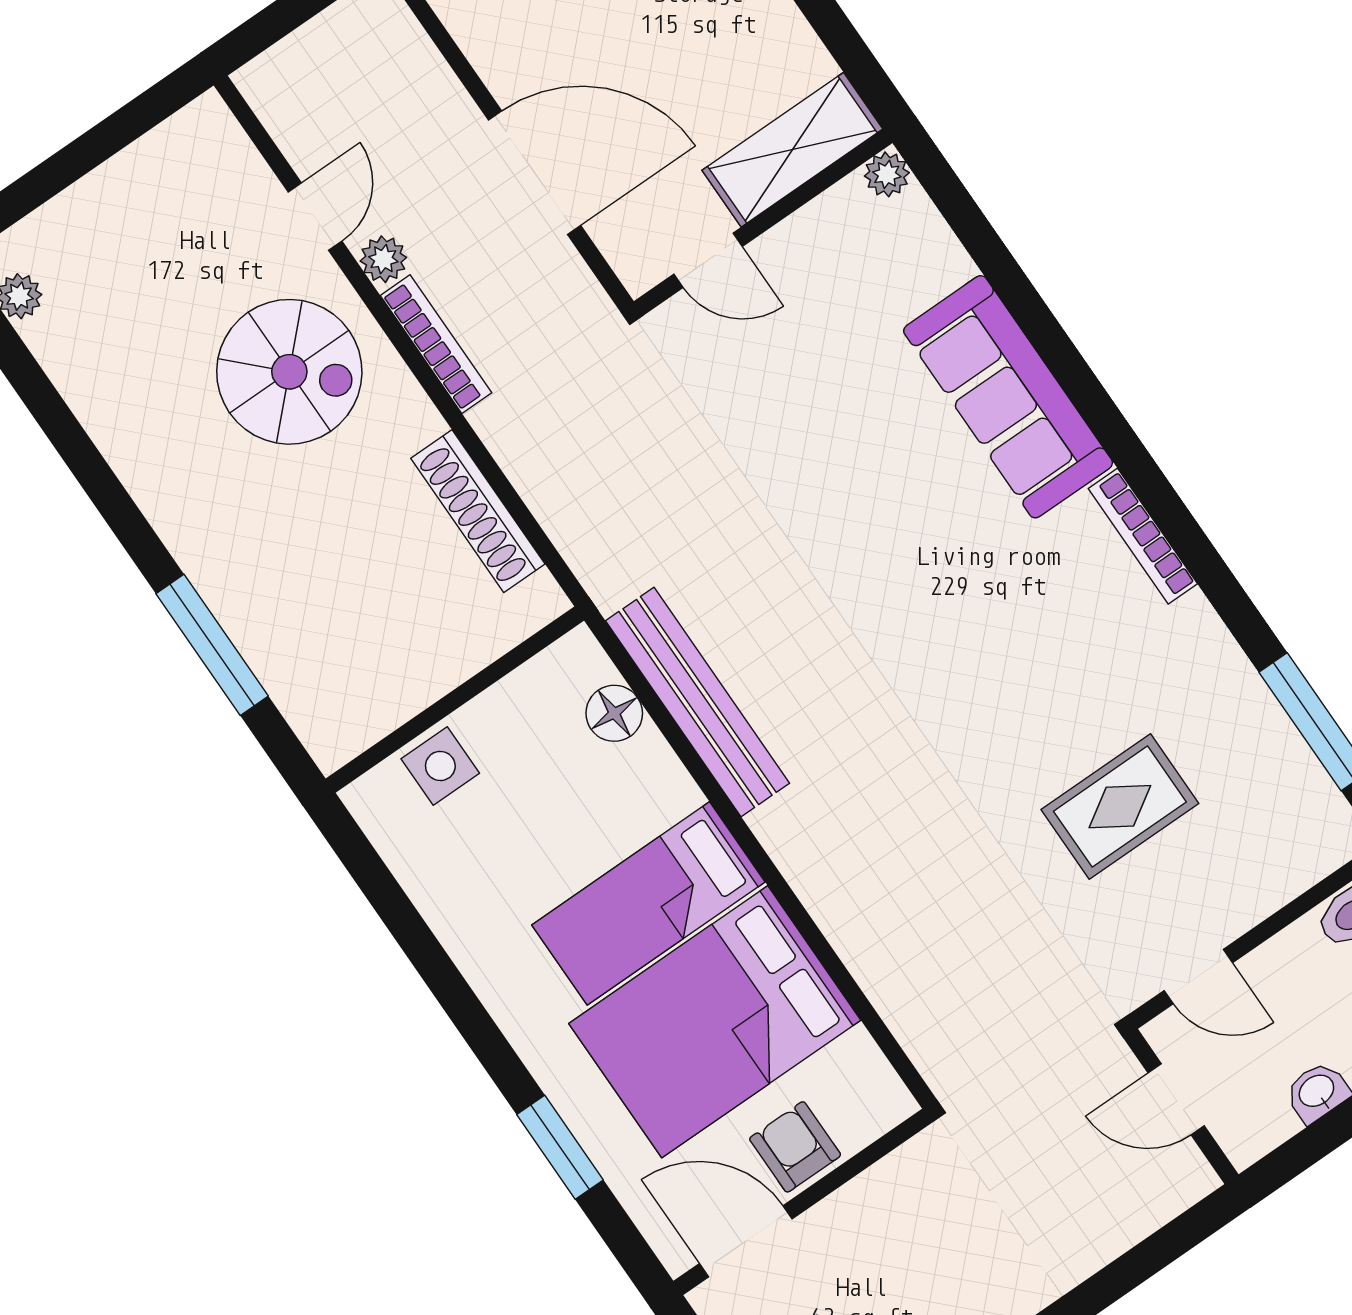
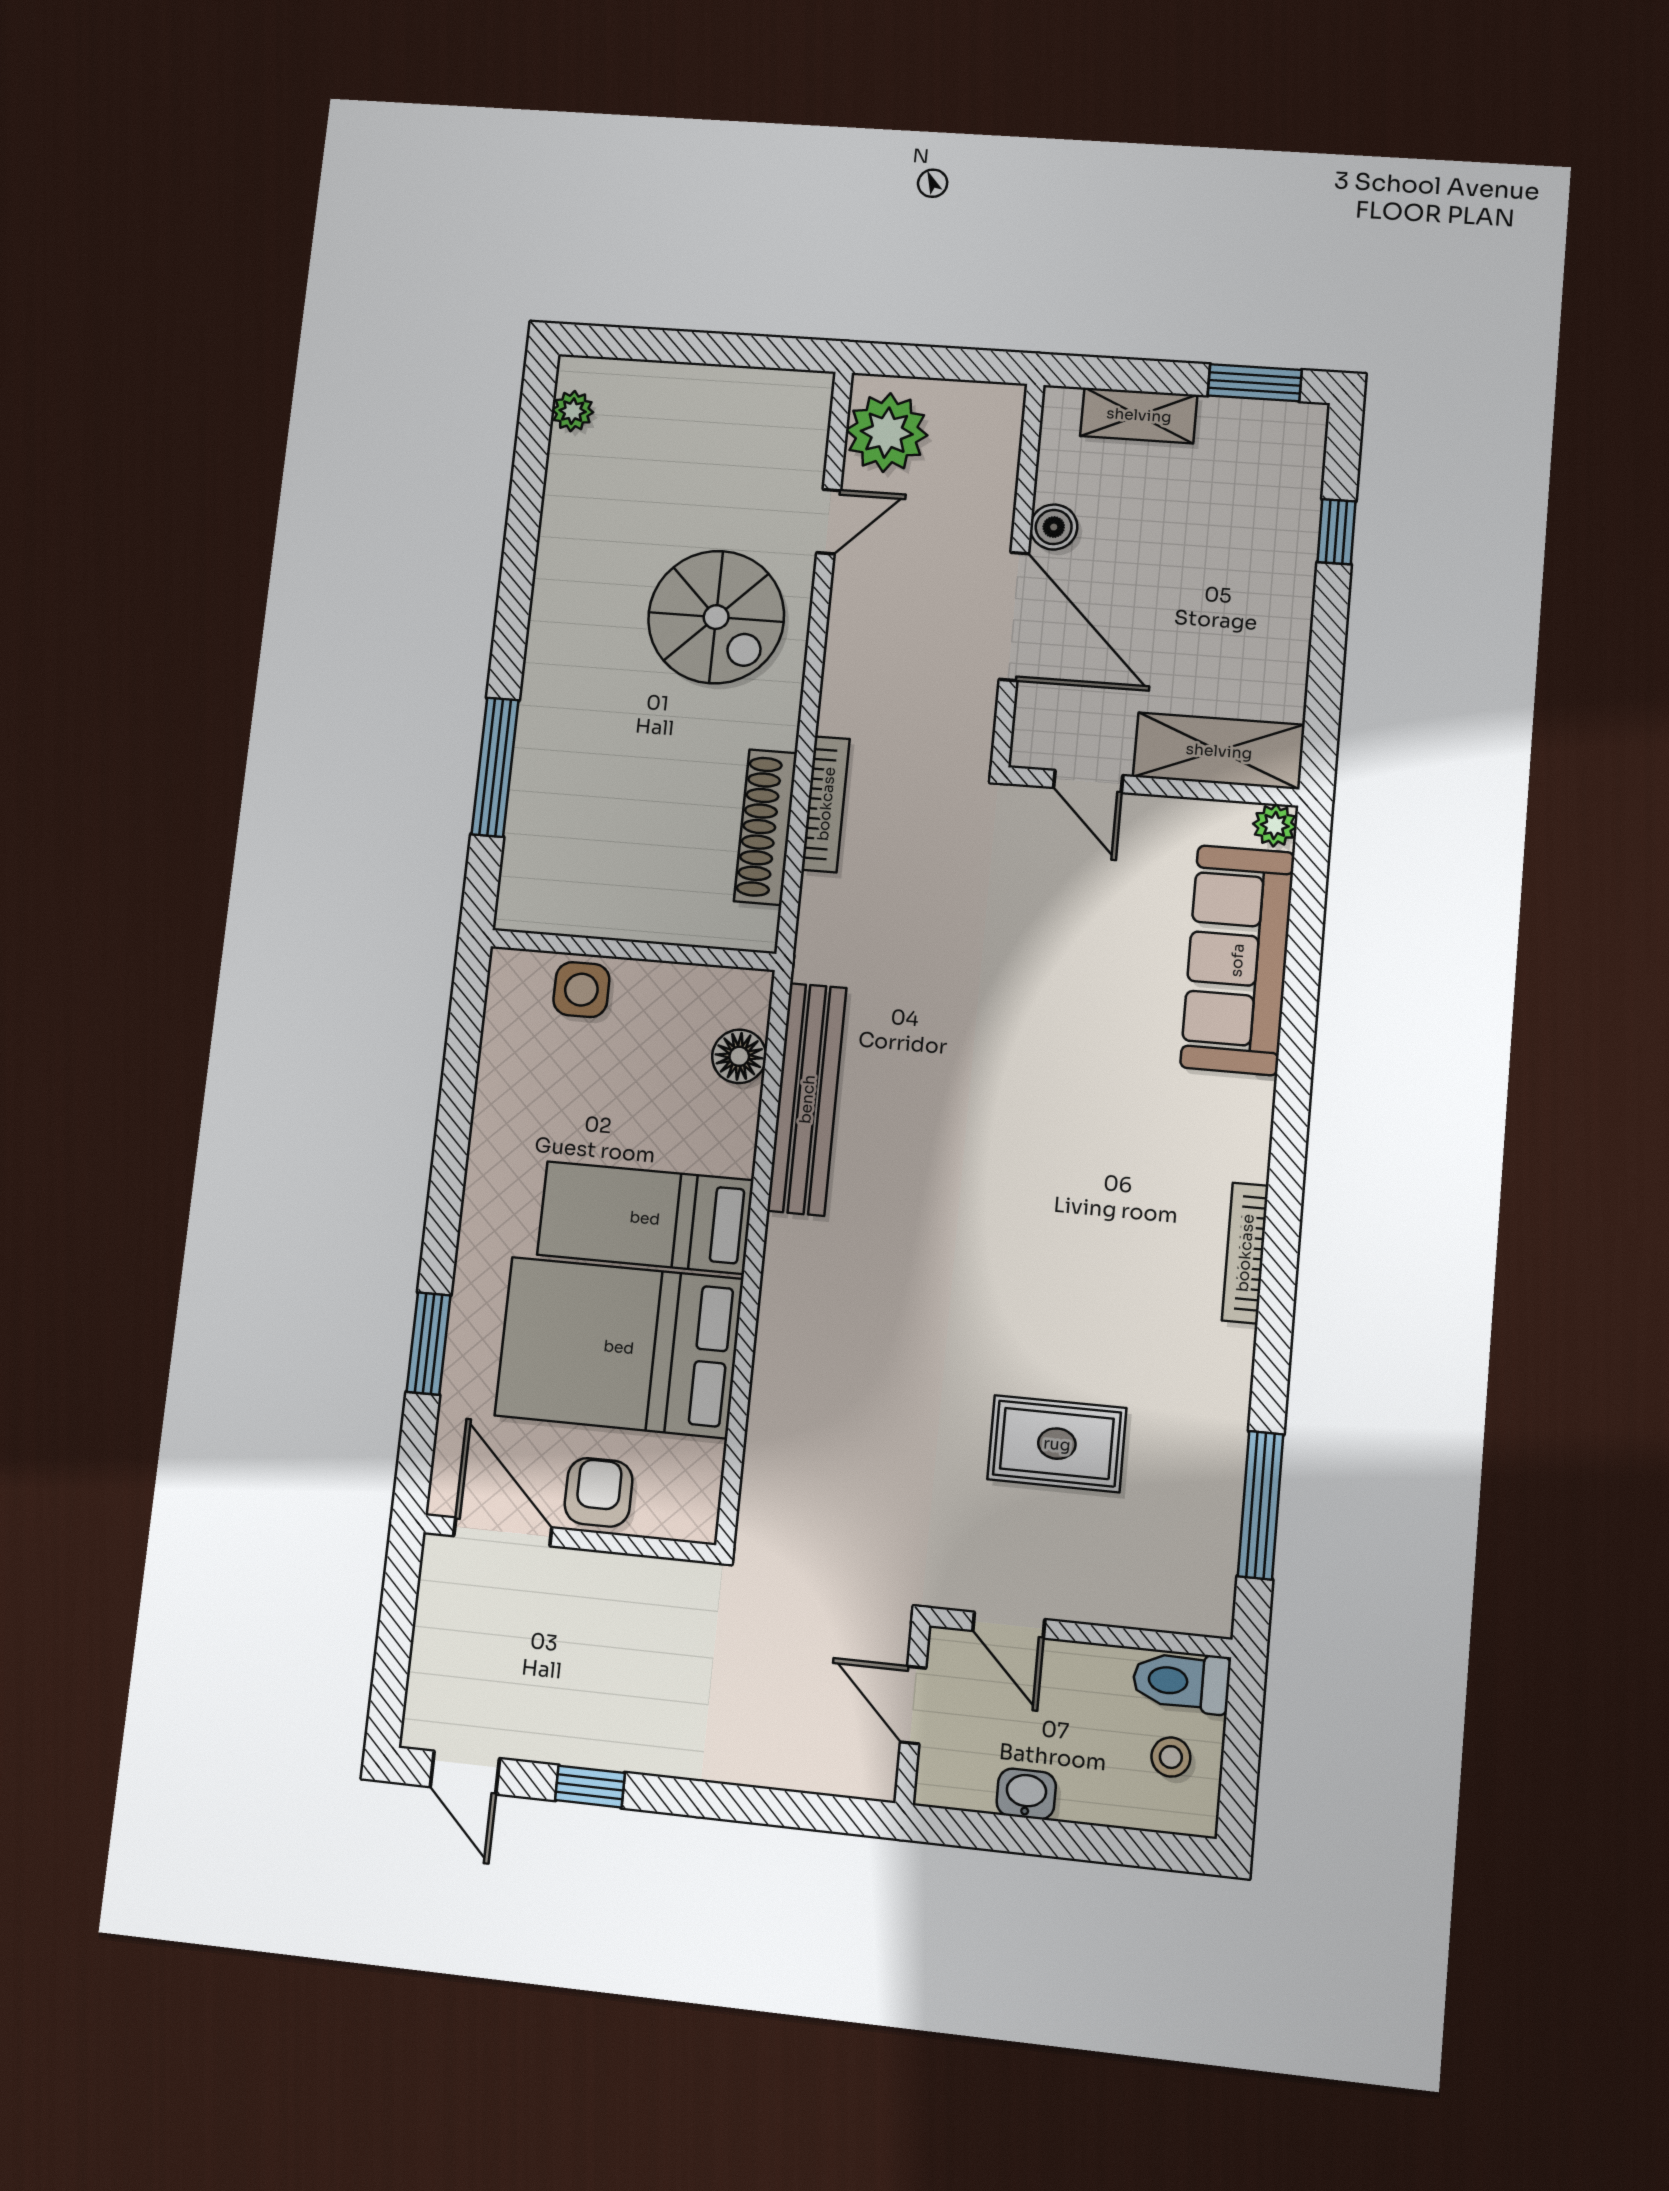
boiler: (505, 72) -> (1054, 527), added
plant: (383, 259) -> (887, 433), moved, width x1.87, depth x1.87
bookcase: (436, 344) -> (826, 804), moved
sofa: (1008, 397) -> (1237, 960), moved

